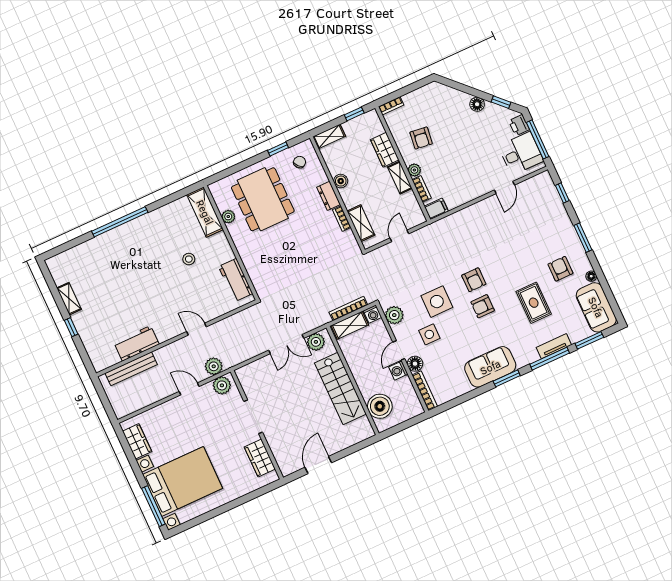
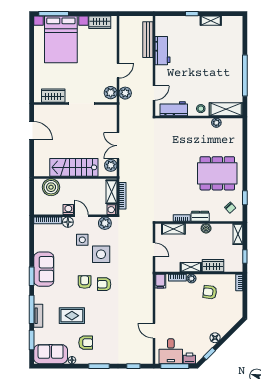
shelving: (205, 212) -> (226, 109), moved
plant: (228, 217) -> (216, 123), moved
wall: (231, 243) -> (199, 117), moved
workbench: (236, 280) -> (174, 109), moved

